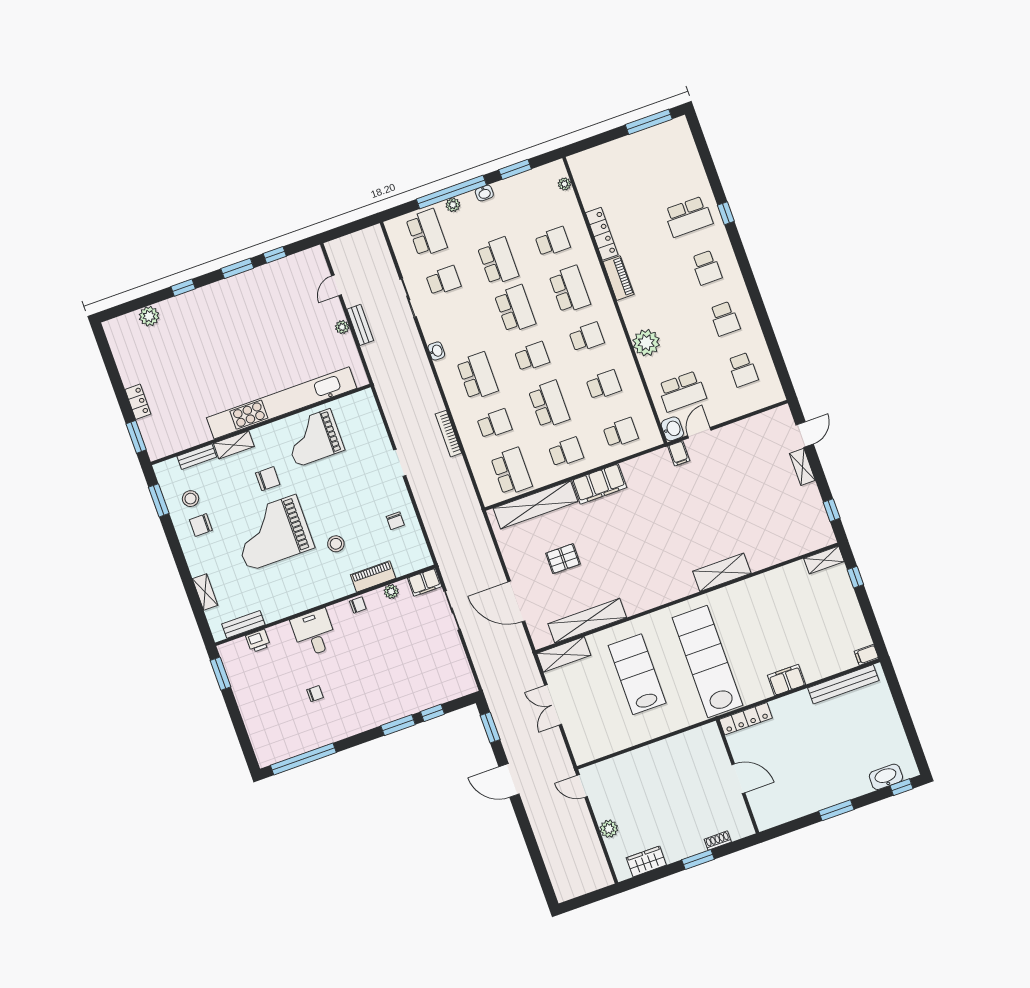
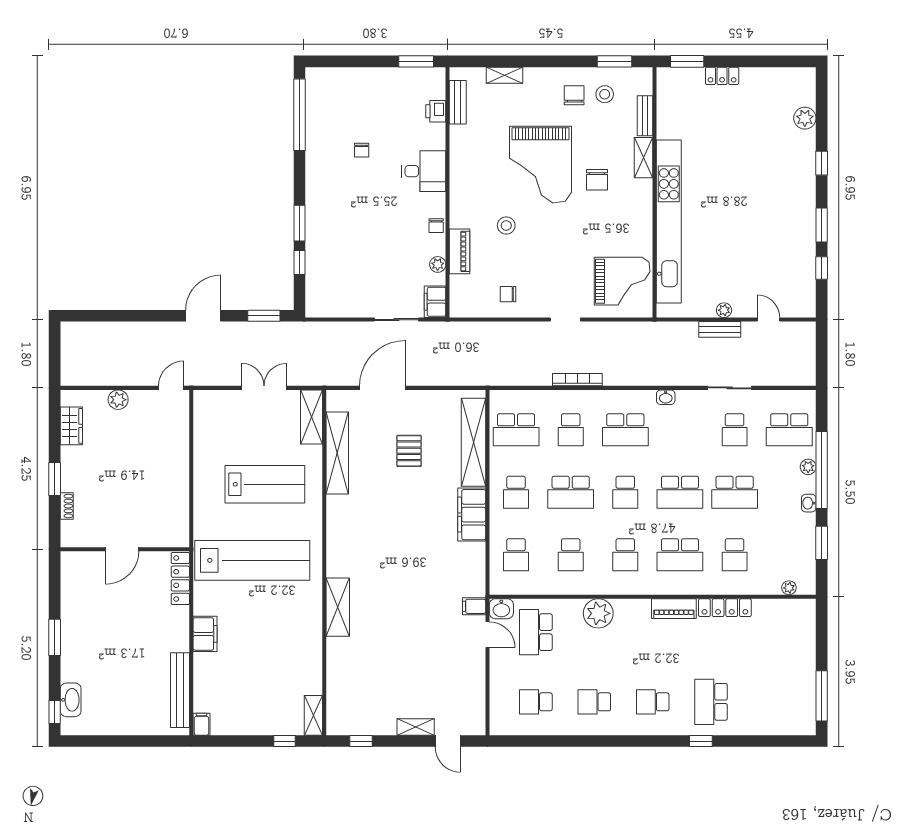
grand piano: (313, 438) -> (622, 281), moved, turned 90
grand piano: (272, 533) -> (540, 165), turned 180

